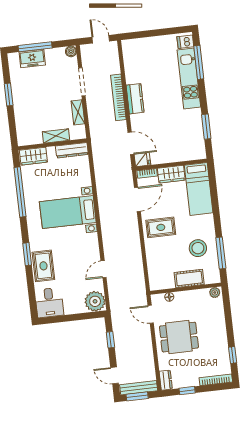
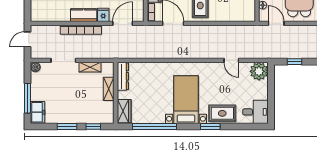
freezer: (32, 58) -> (38, 112), moved
window: (12, 124) -> (93, 127), added
fridge: (142, 160) -> (103, 15), moved
bed with nightstands: (68, 212) -> (186, 100), moved, turned 180
door: (151, 314) -> (276, 23), swing flipped

